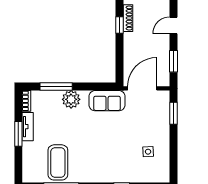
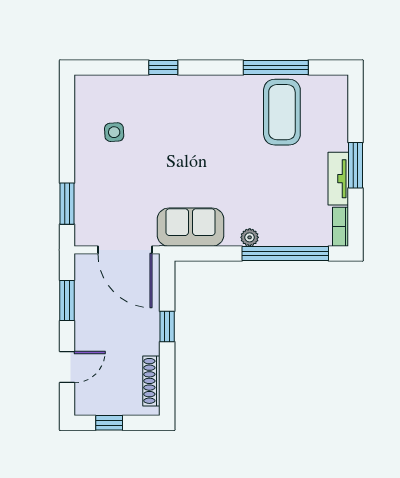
window: (120, 25) -> (167, 327), moved
window: (56, 86) -> (285, 253), width x1.46
door: (142, 88) -> (125, 250), hinge flipped
plant: (71, 99) -> (250, 237), width x0.53, depth x0.53

